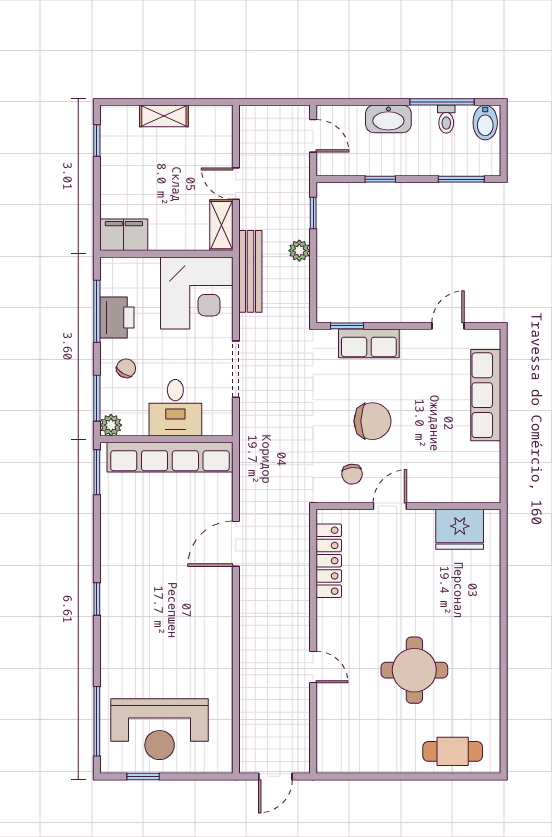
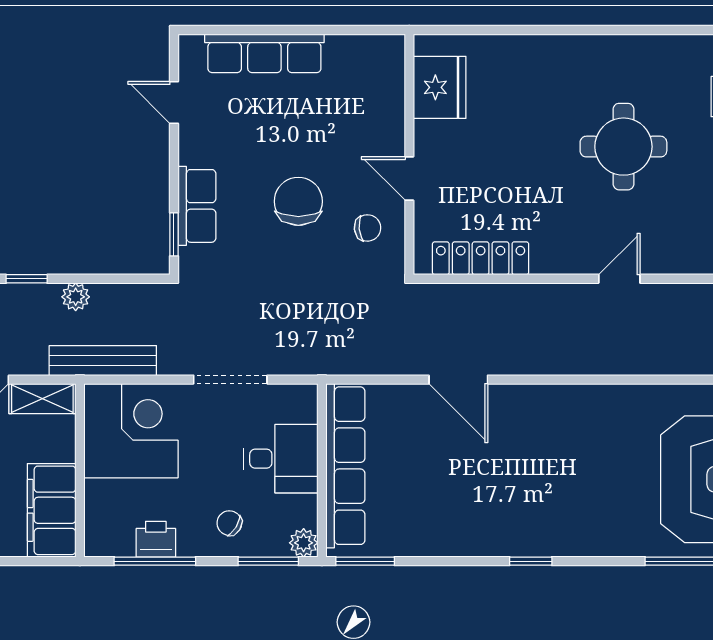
filing cabinet: (124, 235) -> (52, 510), width x1.50, depth x1.17
printer: (117, 317) -> (156, 539), width x0.73, depth x0.81

